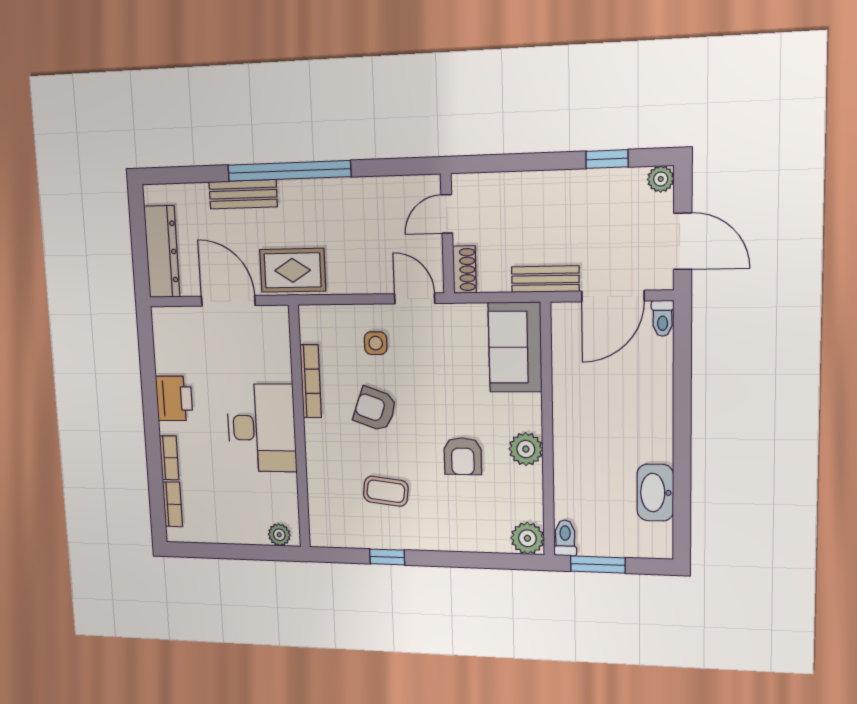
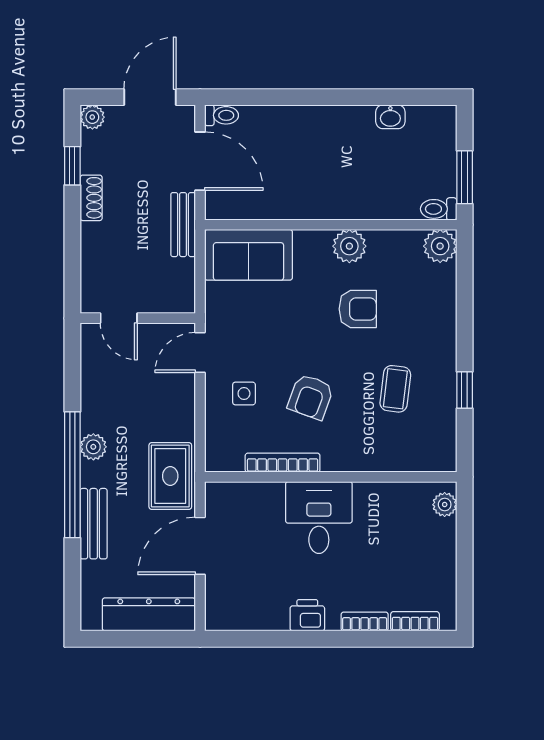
plant: (317, 191) -> (93, 447), added
shoe rack: (464, 270) -> (91, 198), moved, turned 90
printer: (174, 398) -> (307, 615), width x0.73, depth x0.81
desk: (262, 428) -> (319, 517), width x0.73
washbasin: (655, 493) -> (390, 117), width x0.52, depth x0.69

